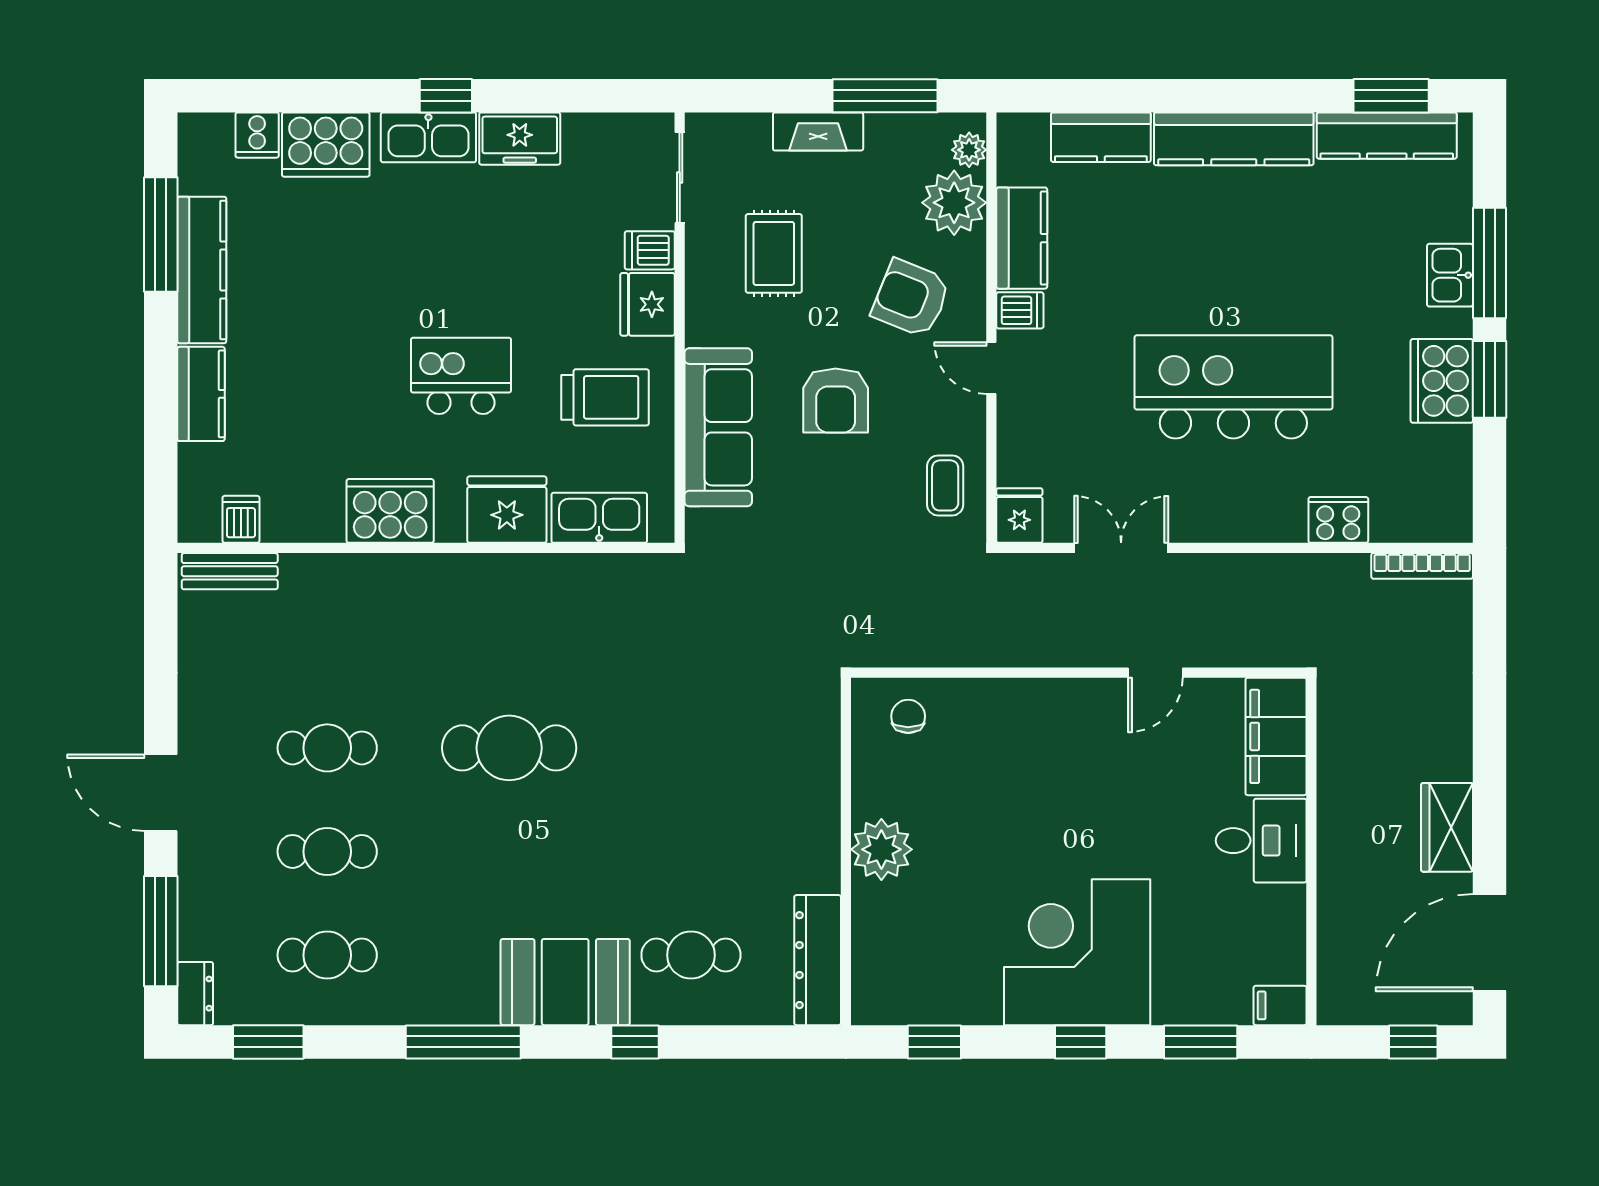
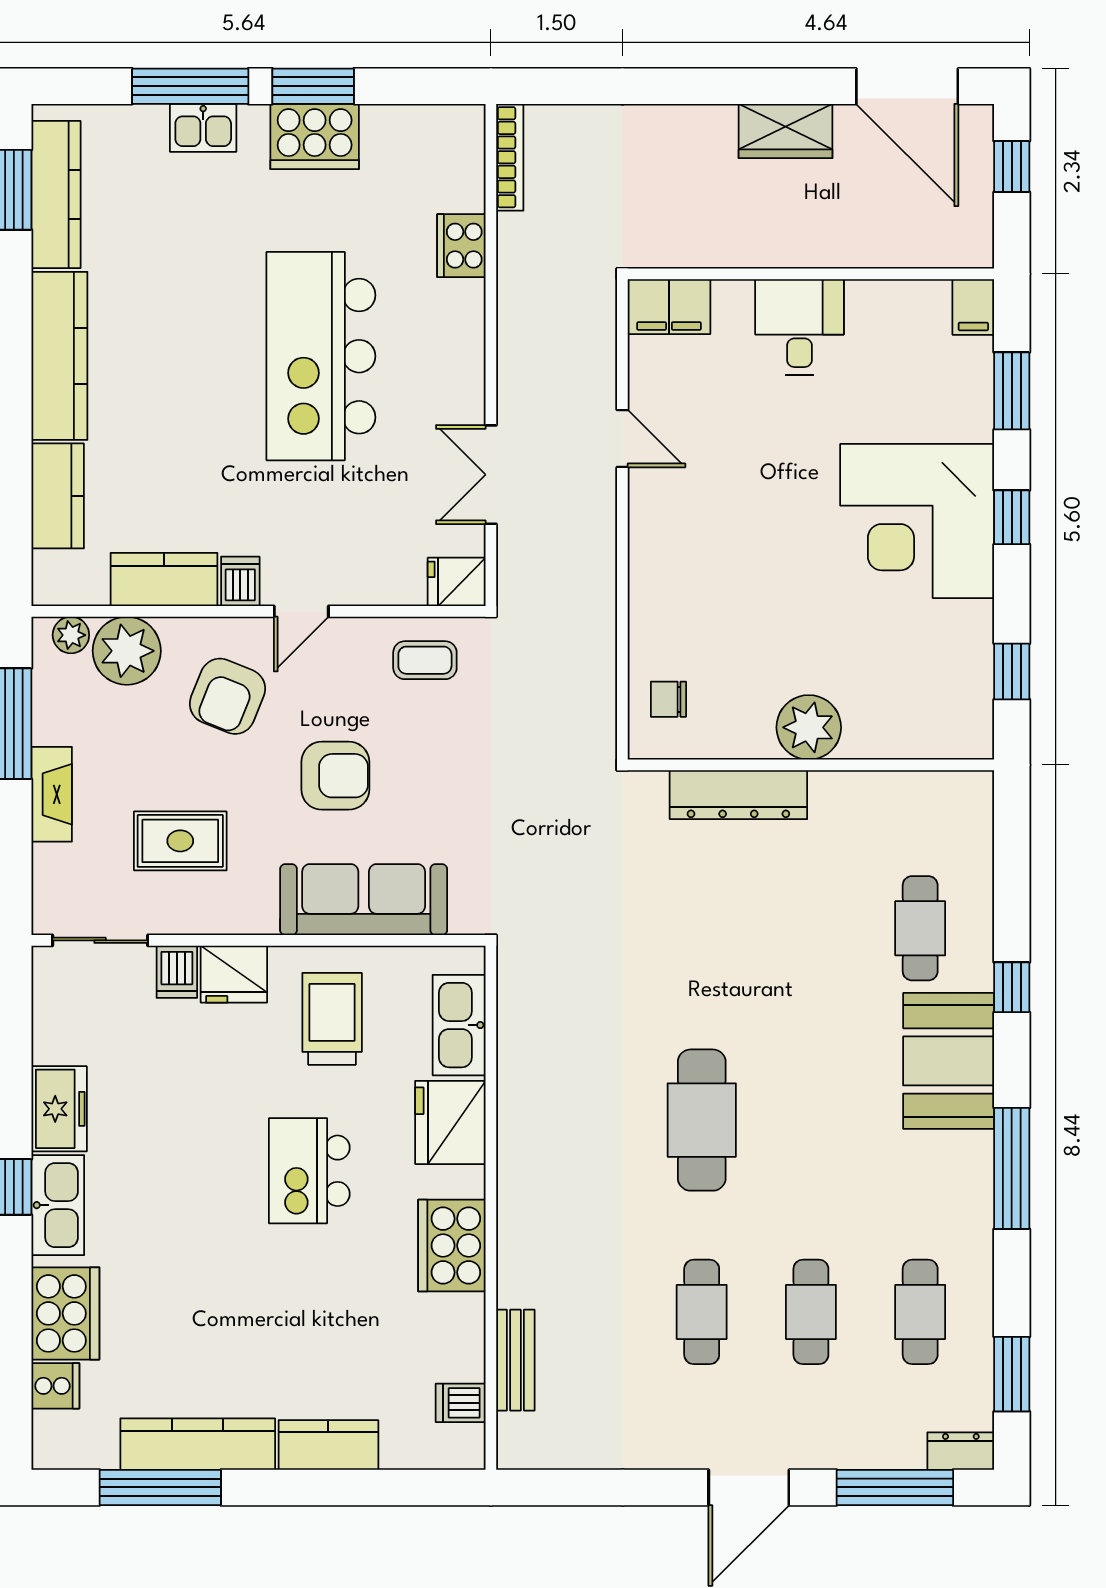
bench: (230, 571) -> (515, 1360), moved
filing cabinet: (1276, 736) -> (669, 307), width x0.67, depth x0.86
dresser: (818, 960) -> (738, 795), moved

